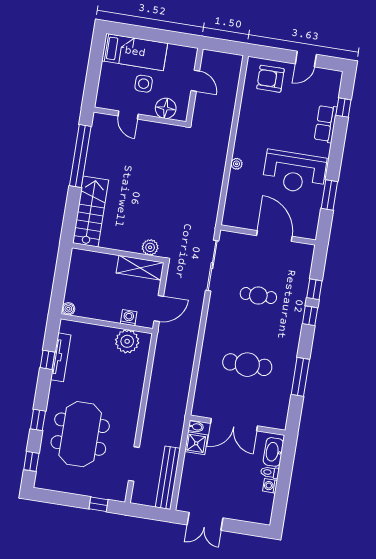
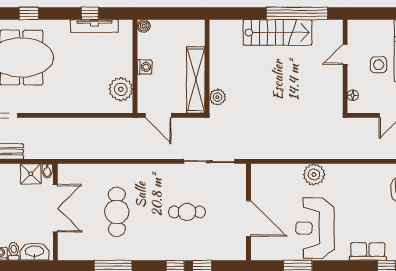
floor lamp: (166, 108) -> (353, 95), width x0.53, depth x0.53
plant: (237, 164) -> (314, 175), width x1.88, depth x1.88
stairs: (91, 212) -> (277, 32), moved
door: (274, 236) -> (248, 218), hinge flipped
shelving: (140, 268) -> (196, 80), width x1.47
cafe table: (258, 296) -> (187, 212), turned 90
washing machine: (129, 318) -> (145, 67), moved
double door: (234, 425) -> (55, 208), swing flipped

